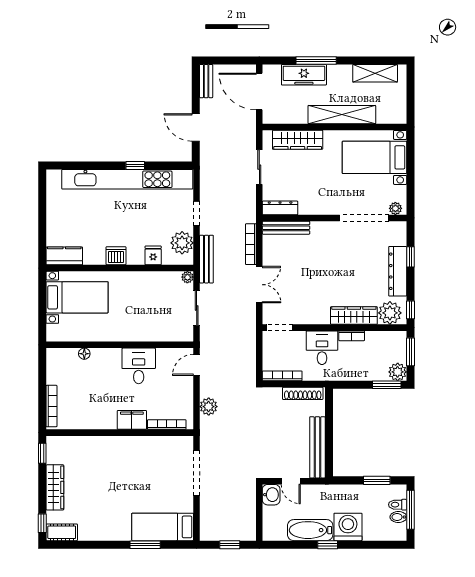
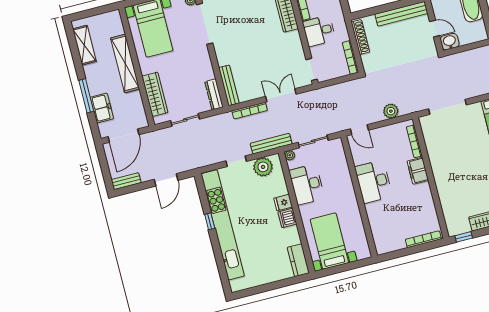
freezer: (304, 75) -> (102, 108), width x0.71
fridge: (153, 255) -> (283, 203), moved
desk: (149, 288) -> (307, 184), added
floor lamp: (84, 354) -> (374, 223), removed
desk: (139, 366) -> (374, 182), width x1.37
door: (291, 481) -> (435, 29), hinge flipped

